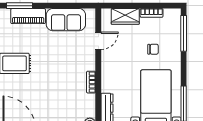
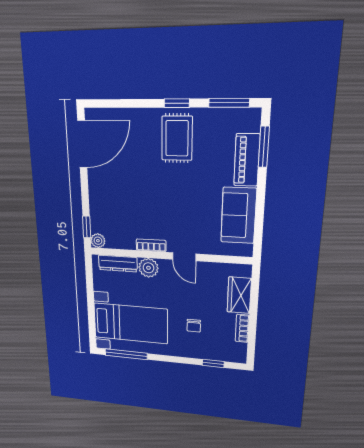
window: (184, 33) -> (213, 363), width x0.46
door: (98, 41) -> (184, 257), moved
plant: (109, 84) -> (148, 268), added

